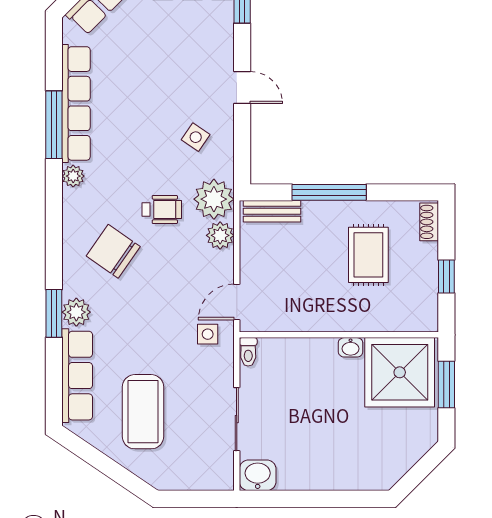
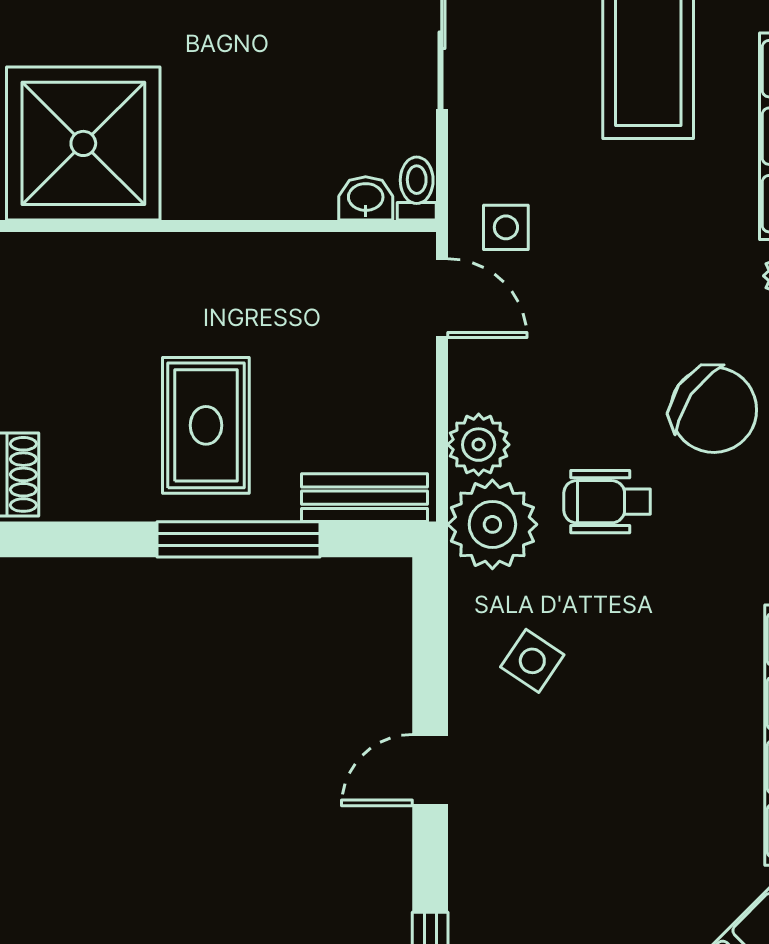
door: (242, 88) -> (430, 770), hinge flipped
rug: (368, 255) -> (206, 425), moved
door: (237, 302) -> (442, 298), hinge flipped
washbasin: (351, 347) -> (366, 198), moved

